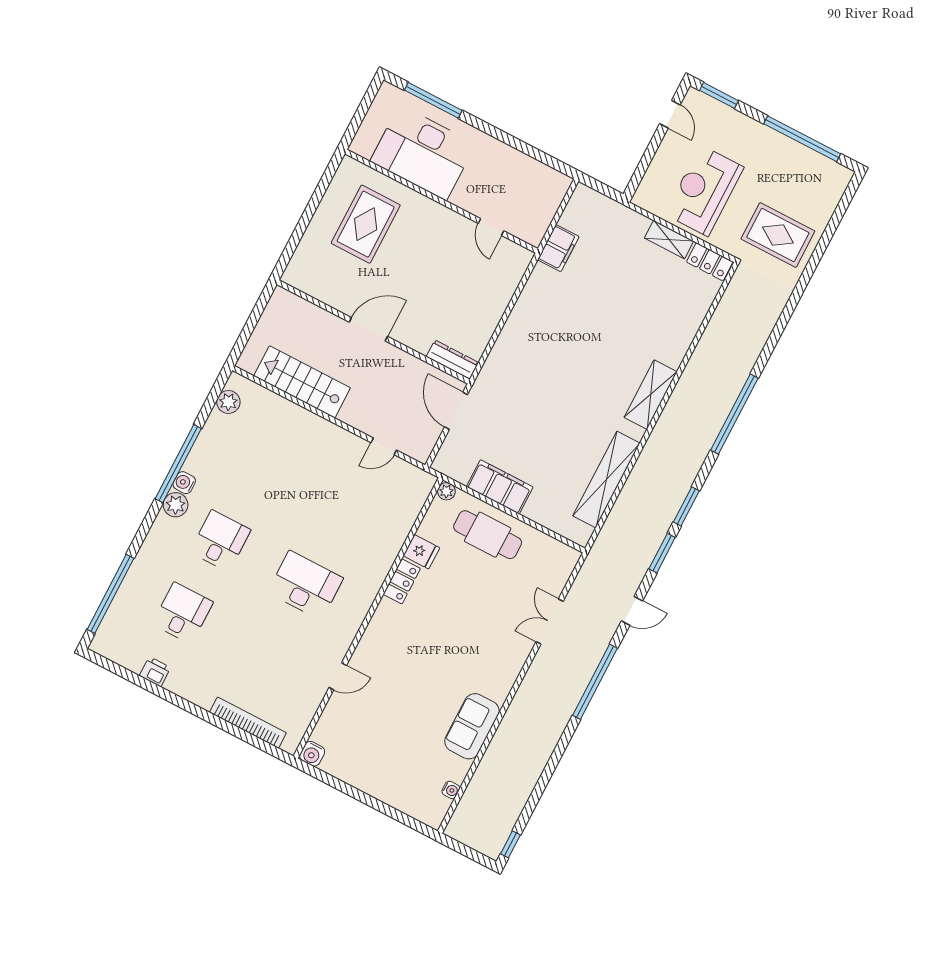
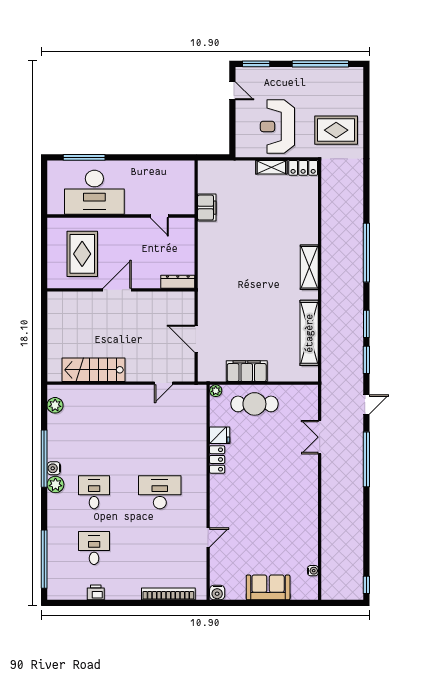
door: (368, 329) -> (117, 290), moved
wall: (373, 332) -> (121, 290), moved
dresser: (452, 360) -> (178, 282), moved
sofa: (472, 726) -> (268, 587), moved, turned 90

